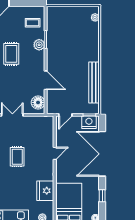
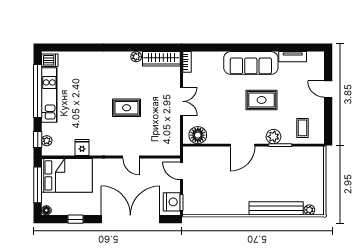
door: (46, 80) -> (243, 145), moved
bench: (94, 82) -> (276, 208), moved
fridge: (45, 191) -> (82, 147), width x0.53, depth x0.75

